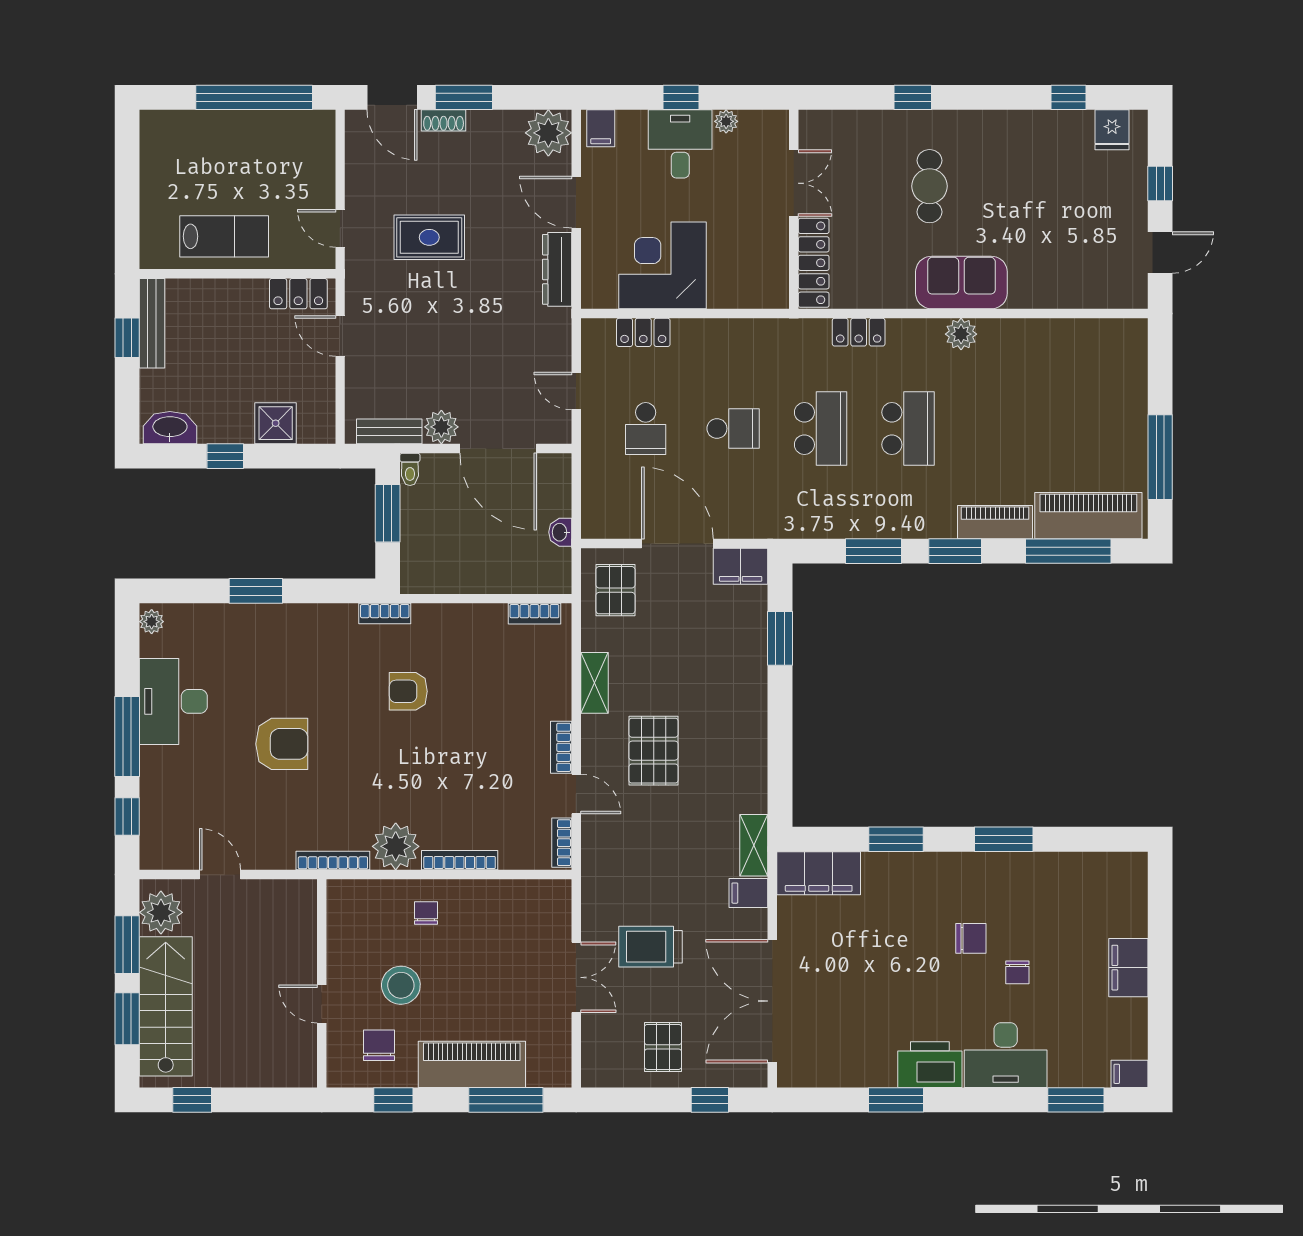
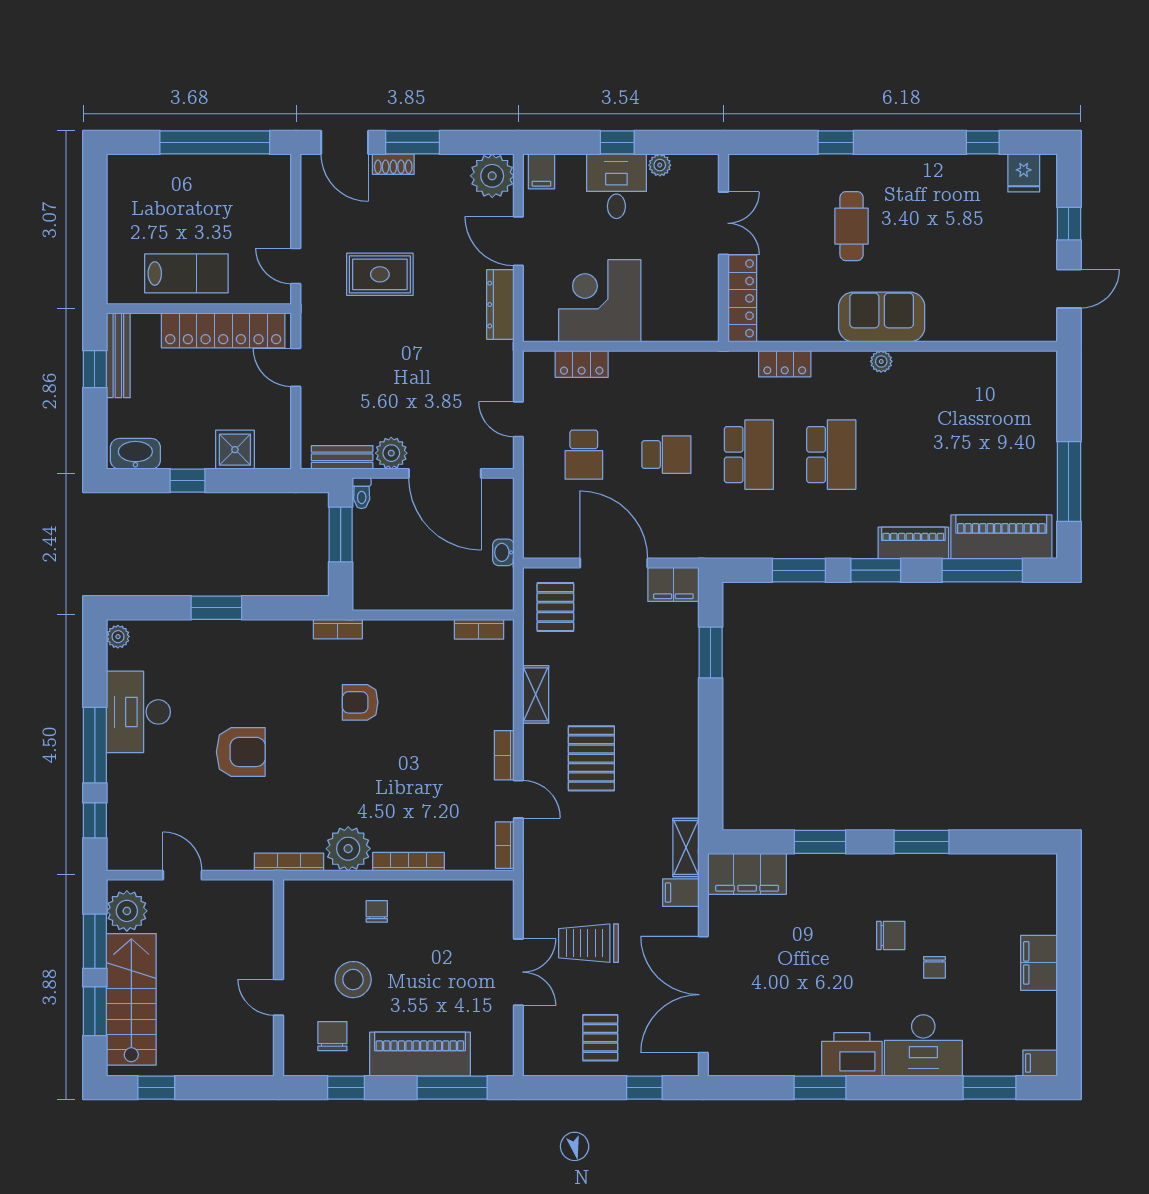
locker: (298, 294) -> (223, 330), width x2.16, depth x1.21
plant: (961, 334) -> (881, 361), width x0.73, depth x0.73

